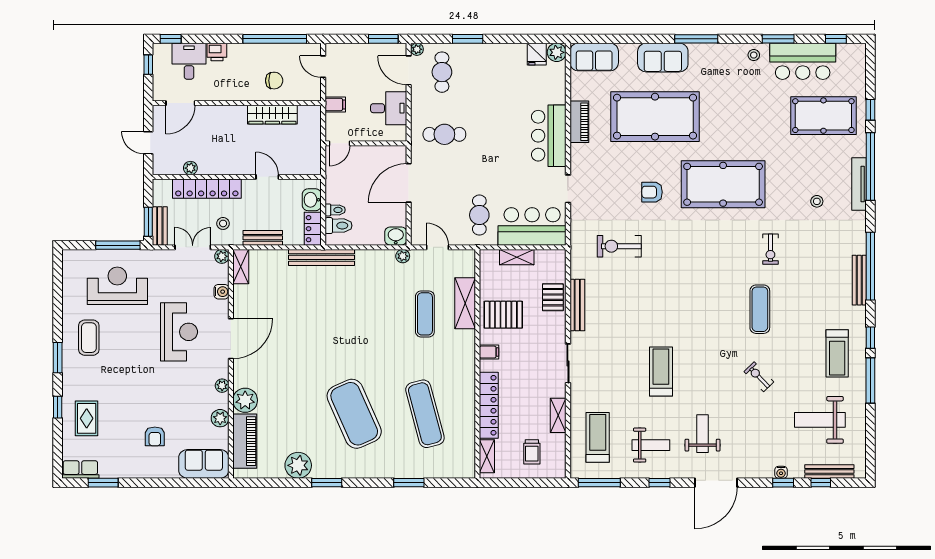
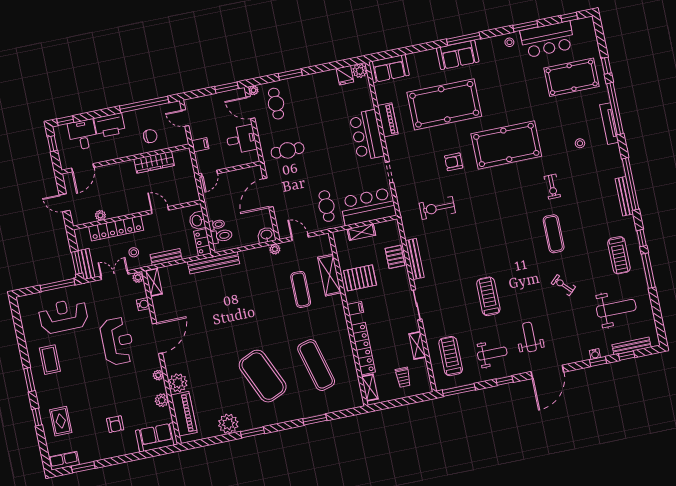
printer: (217, 52) -> (110, 125), width x1.87, depth x1.48
sofa: (663, 58) -> (458, 55), moved
weight bench: (820, 420) -> (616, 308), turned 180

